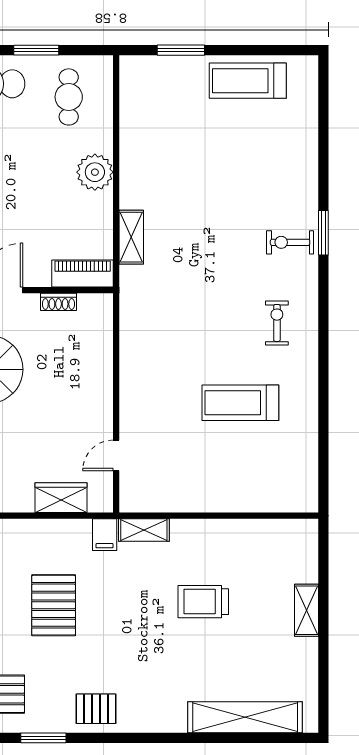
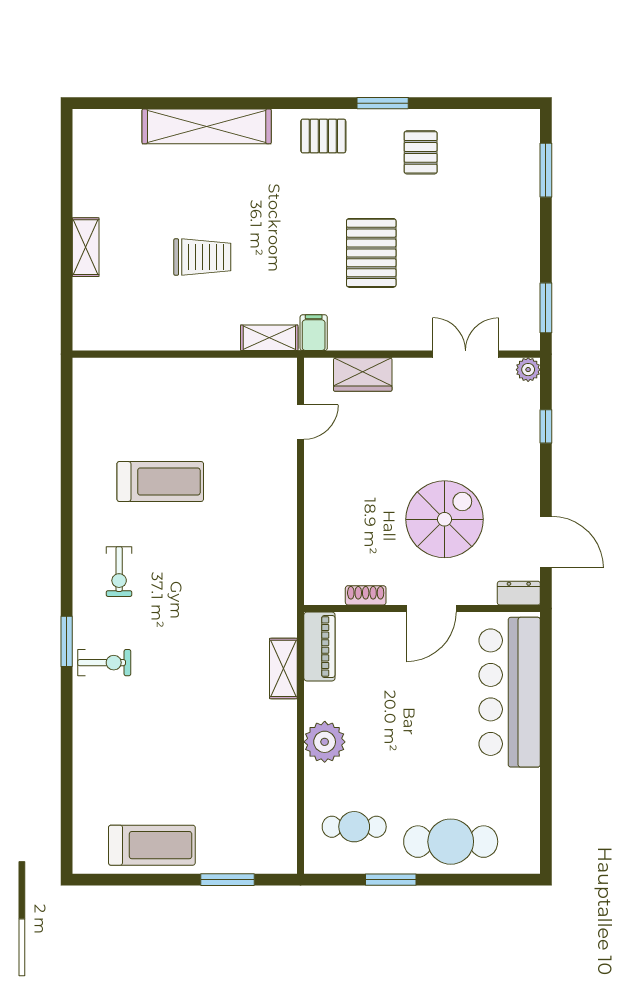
cafe table: (69, 97) -> (354, 827), turned 90
window: (323, 233) -> (67, 641), moved
piano: (83, 273) -> (319, 646), moved, turned -90
shelving: (245, 717) -> (207, 126), moved

